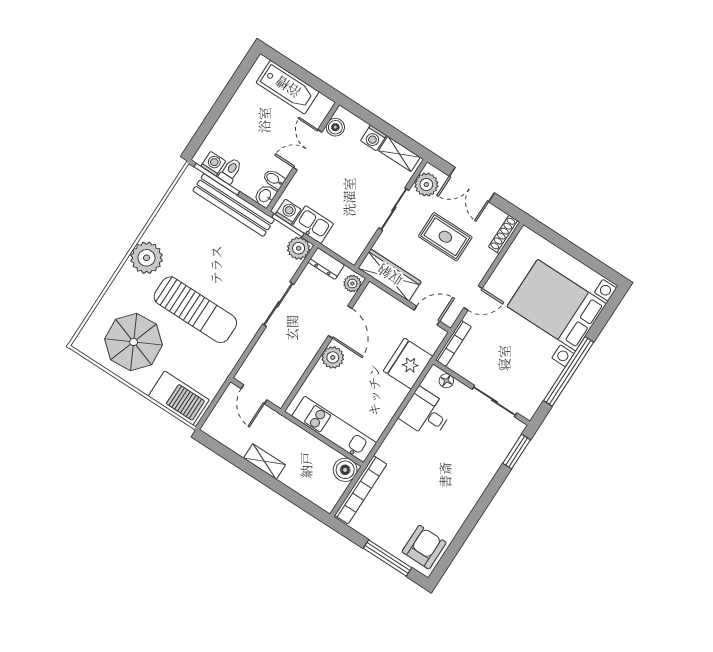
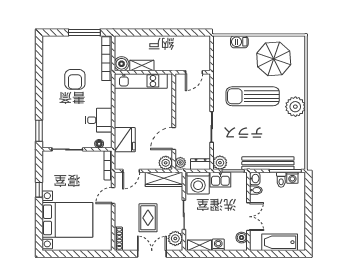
washing machine: (288, 212) -> (198, 183), moved, width x1.89, depth x1.89
rug: (445, 237) -> (148, 218), turned 90
door: (340, 322) -> (174, 138), hinge flipped
plant: (333, 357) -> (166, 163), moved
window: (569, 371) -> (39, 190), width x0.32
door: (254, 394) -> (194, 72), swing flipped
barbecue: (179, 398) -> (239, 42), width x0.53, depth x0.65
shelving: (264, 461) -> (142, 66), moved
armchair: (424, 547) -> (75, 79), moved
window: (388, 558) -> (84, 32), moved

